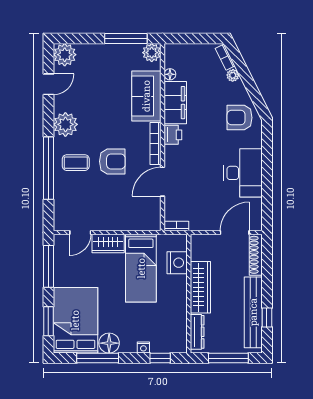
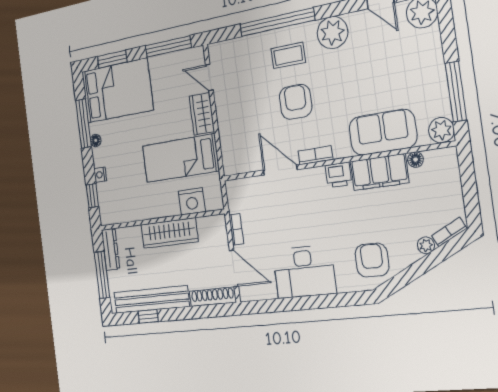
bookcase: (156, 144) -> (315, 155), width x0.64
armchair: (112, 161) -> (296, 102), turned 180
coffee table: (76, 163) -> (288, 55), turned 90
bookcase: (176, 226) -> (236, 229), moved
dresser: (197, 332) -> (110, 249), moved, turned -90
floor lamp: (109, 343) -> (96, 140), width x0.53, depth x0.53

